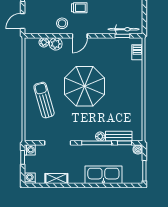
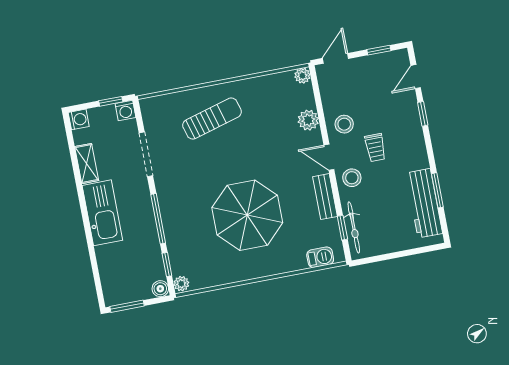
door: (23, 21) -> (335, 58), hinge flipped
stool: (94, 25) -> (352, 178), added
plant: (44, 42) -> (302, 76), moved
parasol: (84, 86) -> (247, 215), moved
plant: (100, 136) -> (181, 284), moved
bench: (119, 136) -> (325, 197), moved
kitchen sink: (103, 175) -> (102, 213), moved

